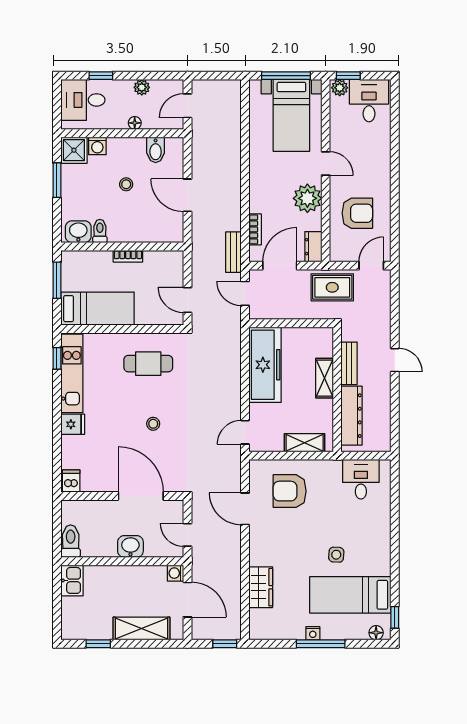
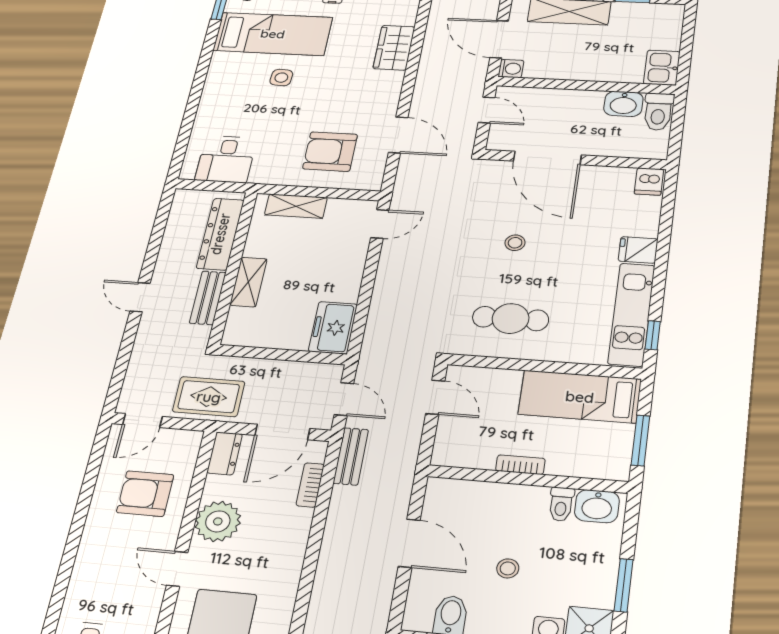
freezer: (265, 365) -> (333, 328), width x0.52, depth x0.79
armchair: (290, 491) -> (330, 152), turned 180
washbasin: (130, 547) -> (623, 104), moved

